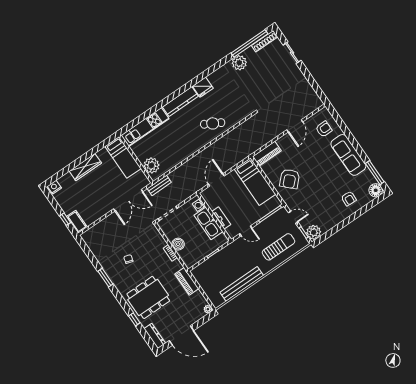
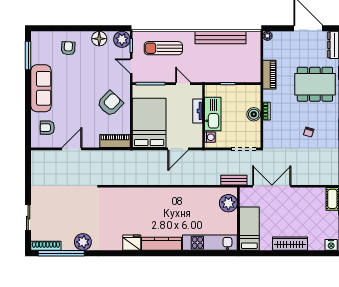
cafe table: (213, 123) -> (146, 203), removed
bed: (255, 182) -> (149, 123), width x1.50
floor lamp: (376, 190) -> (99, 39), moved

